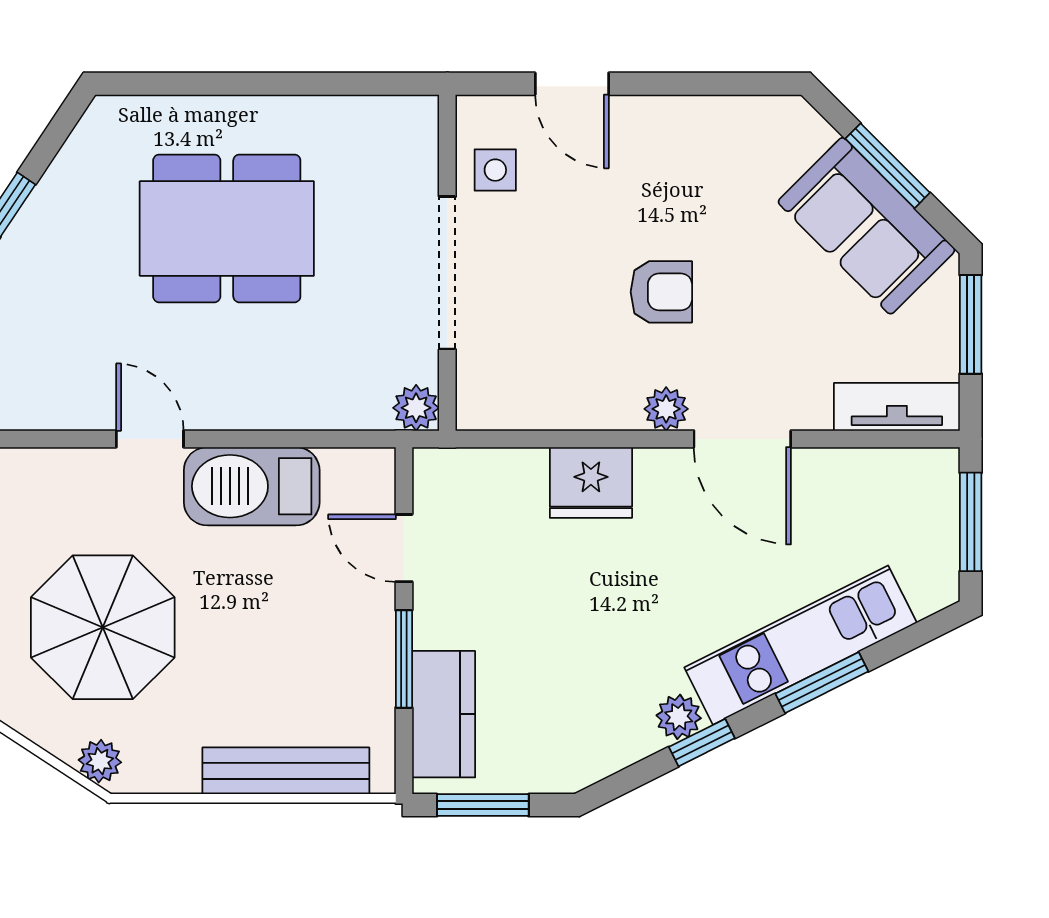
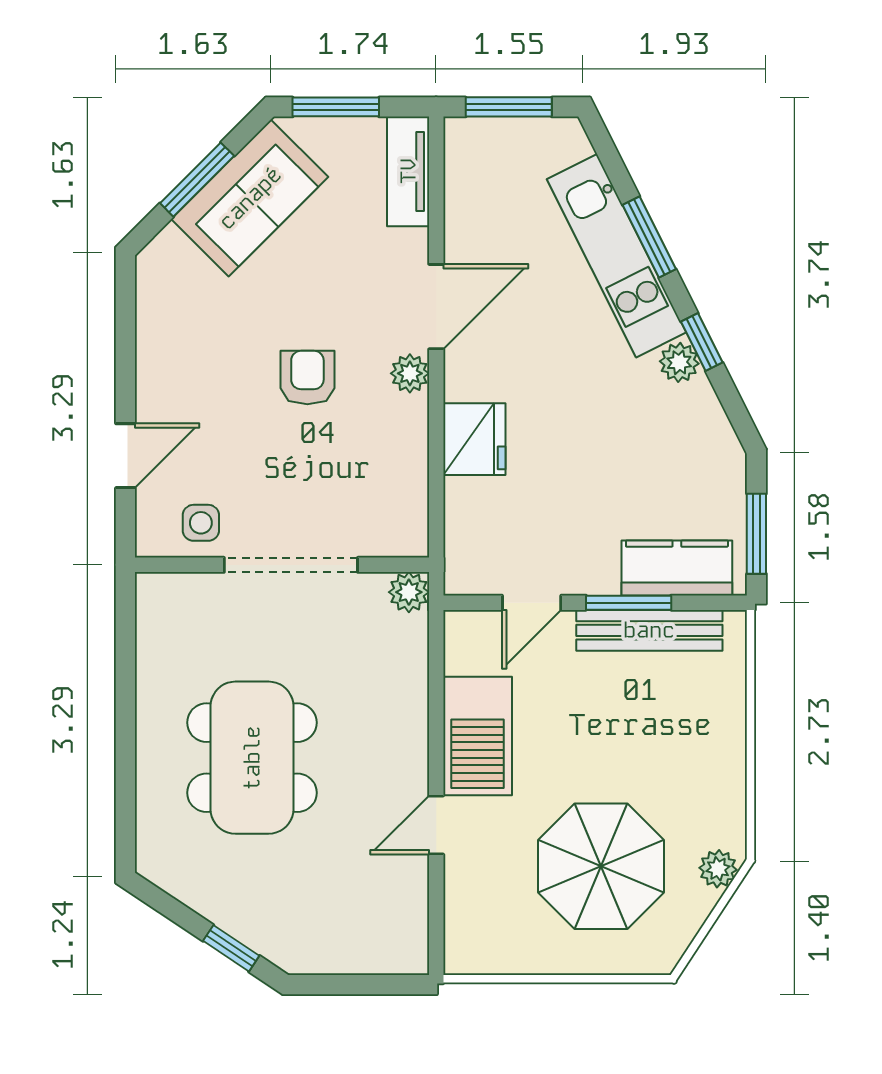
bench: (286, 771) -> (649, 630), moved, turned 90

